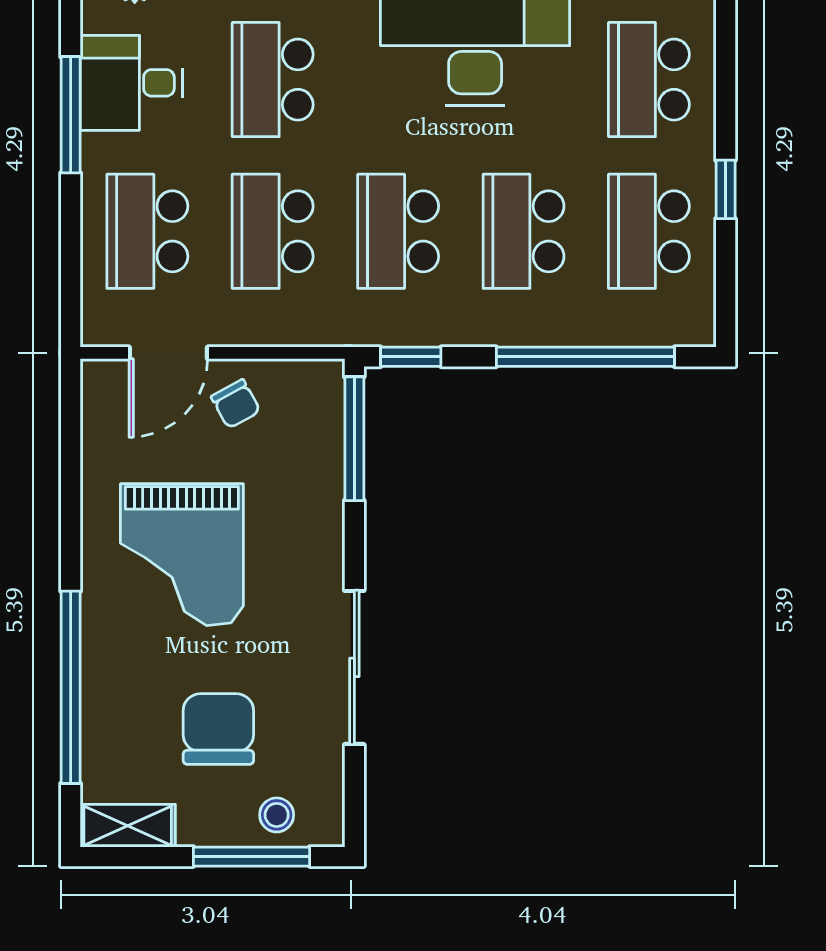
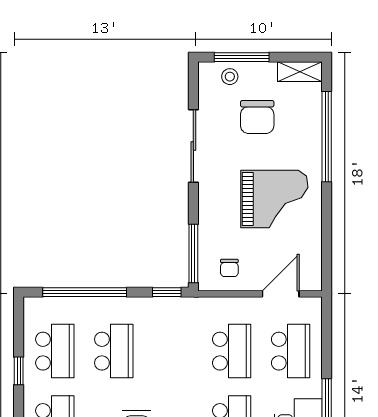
school desk: (398, 231) -> (173, 351), removed
chair: (236, 404) -> (229, 268), moved, turned -151
grand piano: (182, 555) -> (274, 199), turned 90

